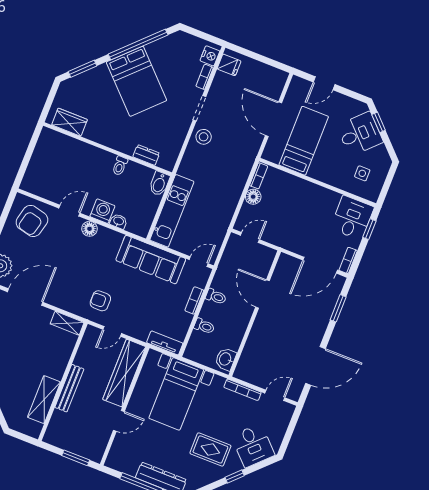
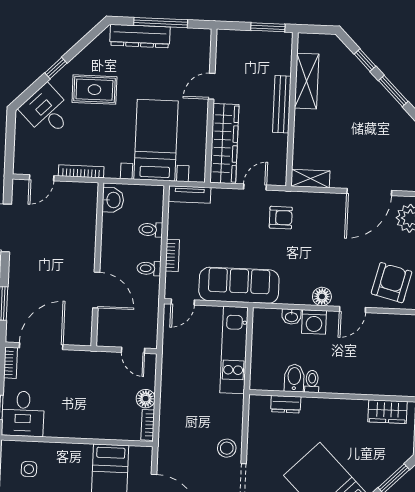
bidet: (159, 184) -> (294, 378), moved
door: (250, 238) -> (133, 350), hinge flipped
window: (76, 458) -> (268, 27), moved

